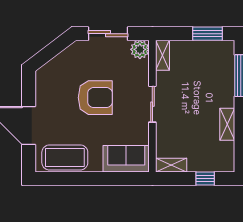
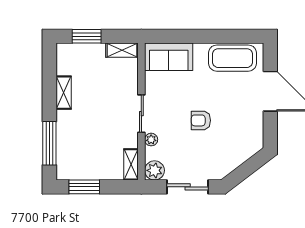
plant: (143, 79) -> (151, 140), added
armchair: (95, 98) -> (201, 120), width x0.53, depth x0.53
window: (205, 178) -> (87, 36), width x1.50

